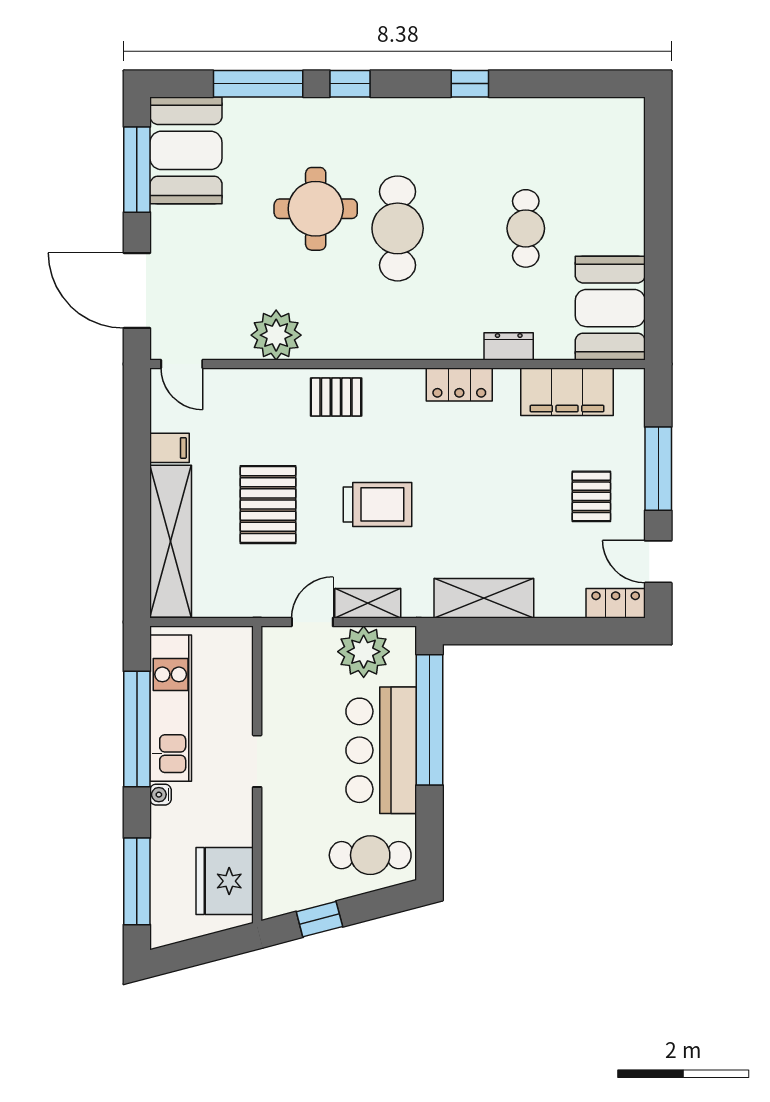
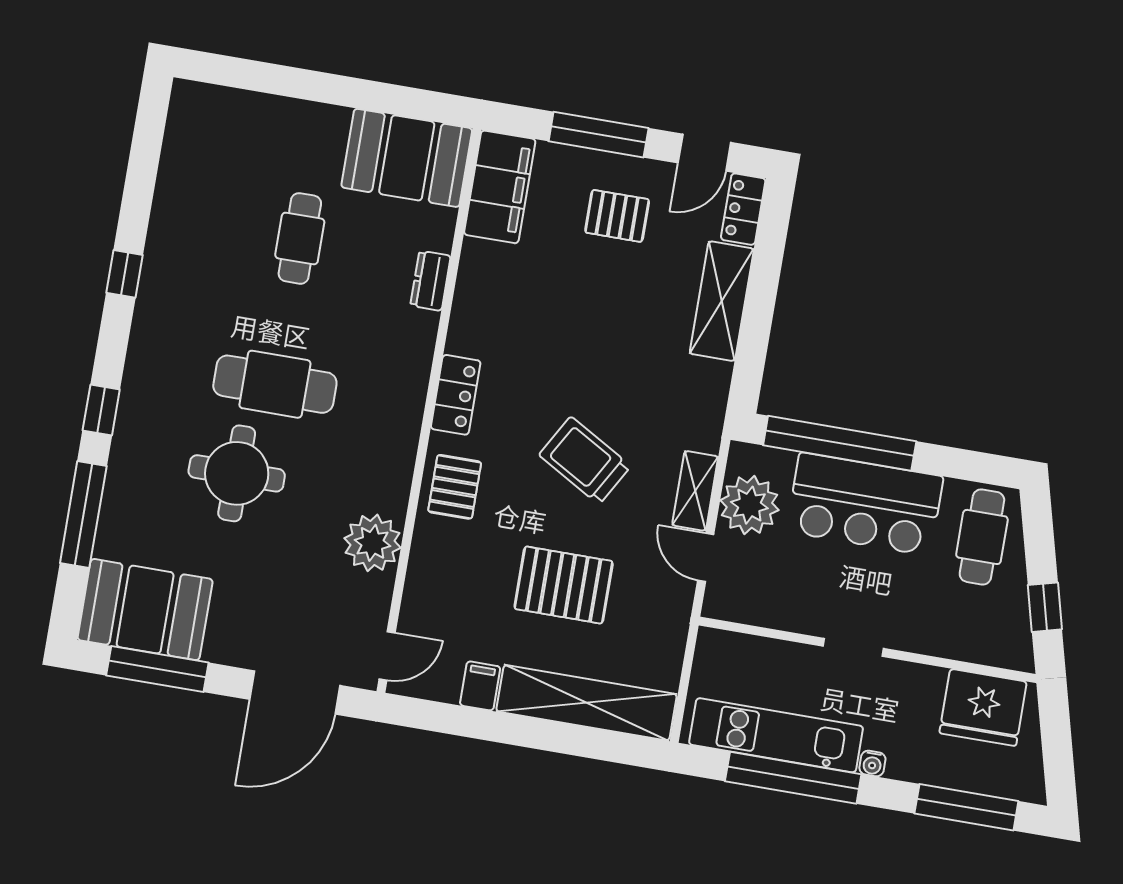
cafe table: (526, 228) -> (300, 238), turned 90
locker: (459, 384) -> (456, 395), moved
filing cabinet: (567, 392) -> (500, 187), moved
trolley: (378, 504) -> (585, 460), turned -60
shelving: (484, 598) -> (722, 301), moved

